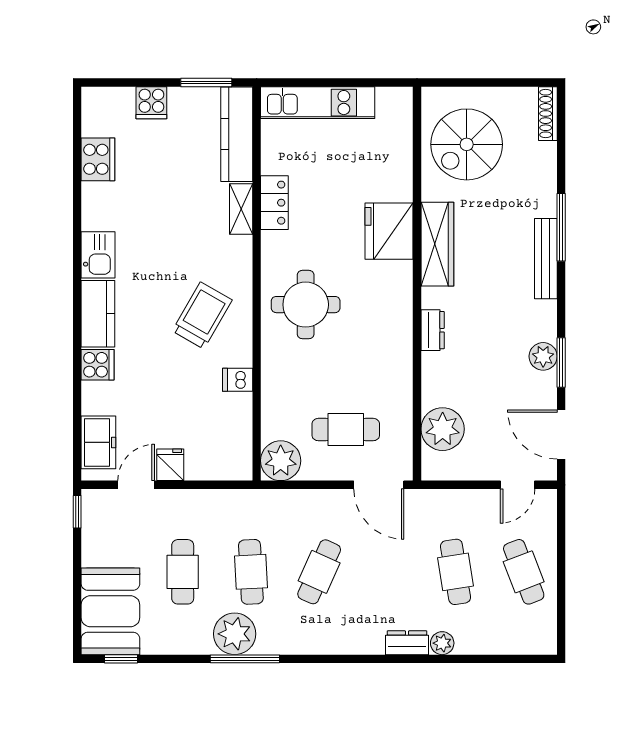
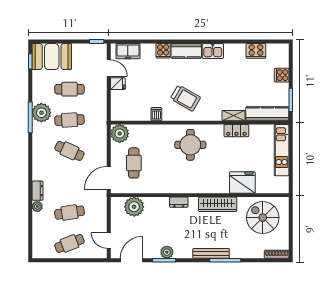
fridge: (389, 231) -> (242, 182), moved

